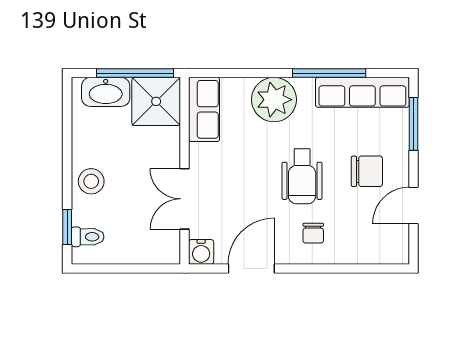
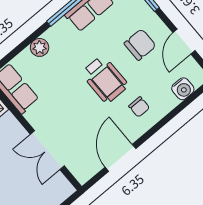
plant: (274, 100) -> (40, 47), width x0.53, depth x0.53
water cooler: (201, 252) -> (183, 89), moved

